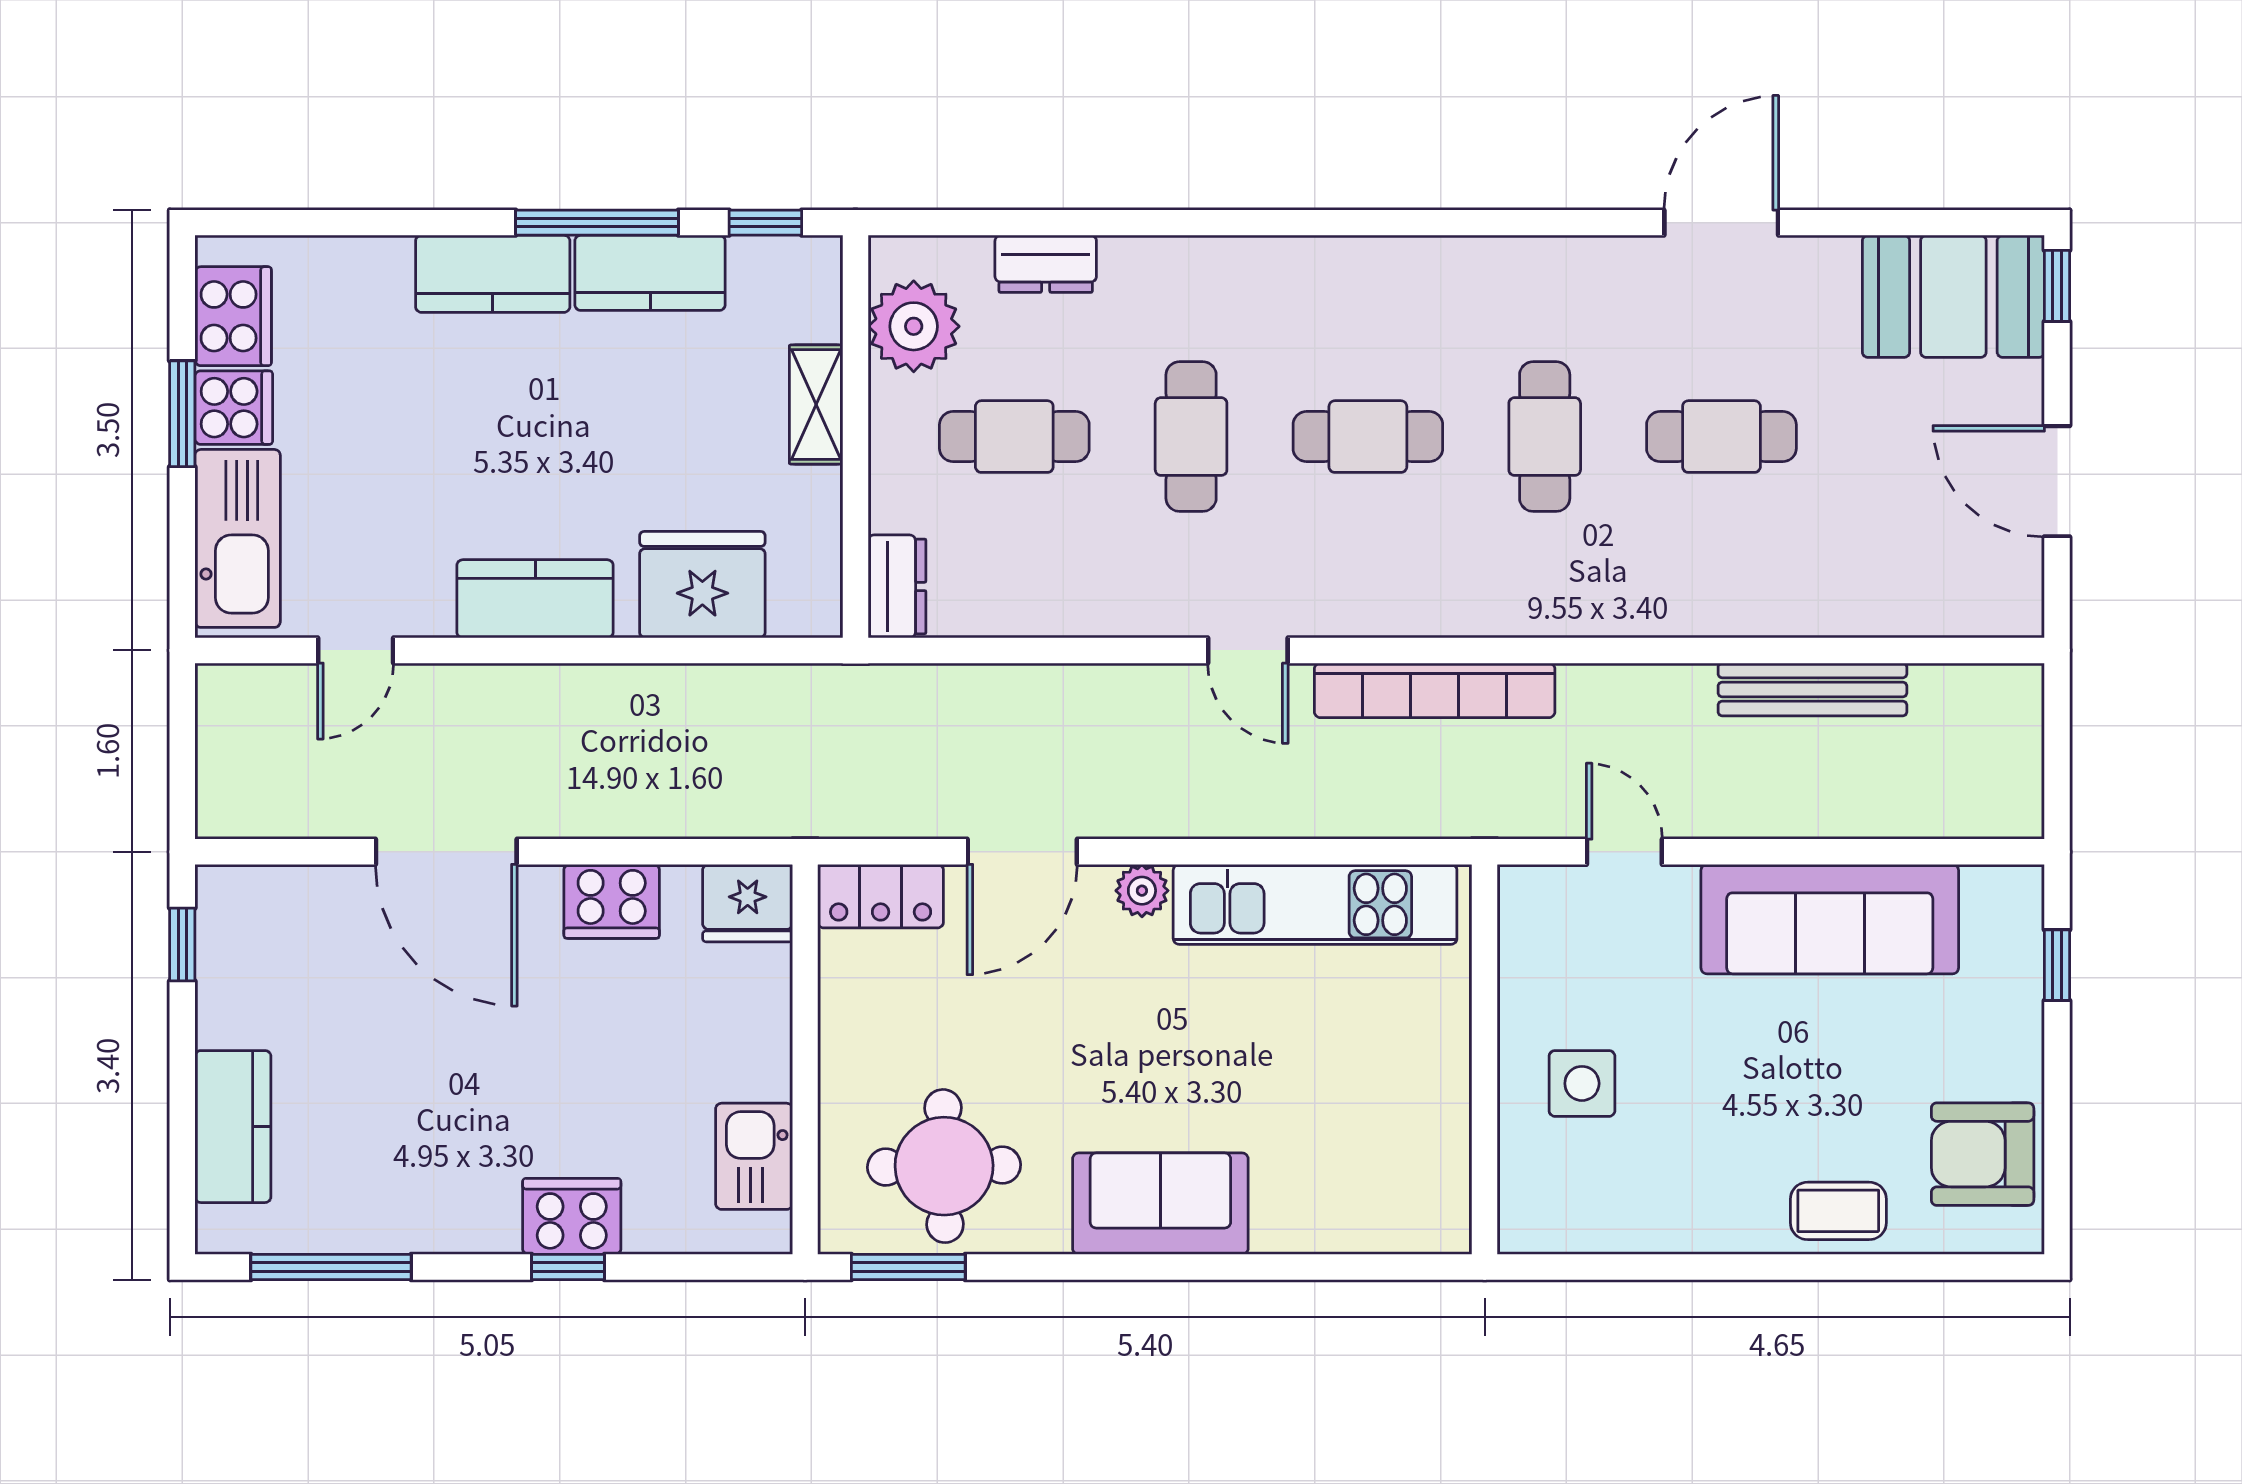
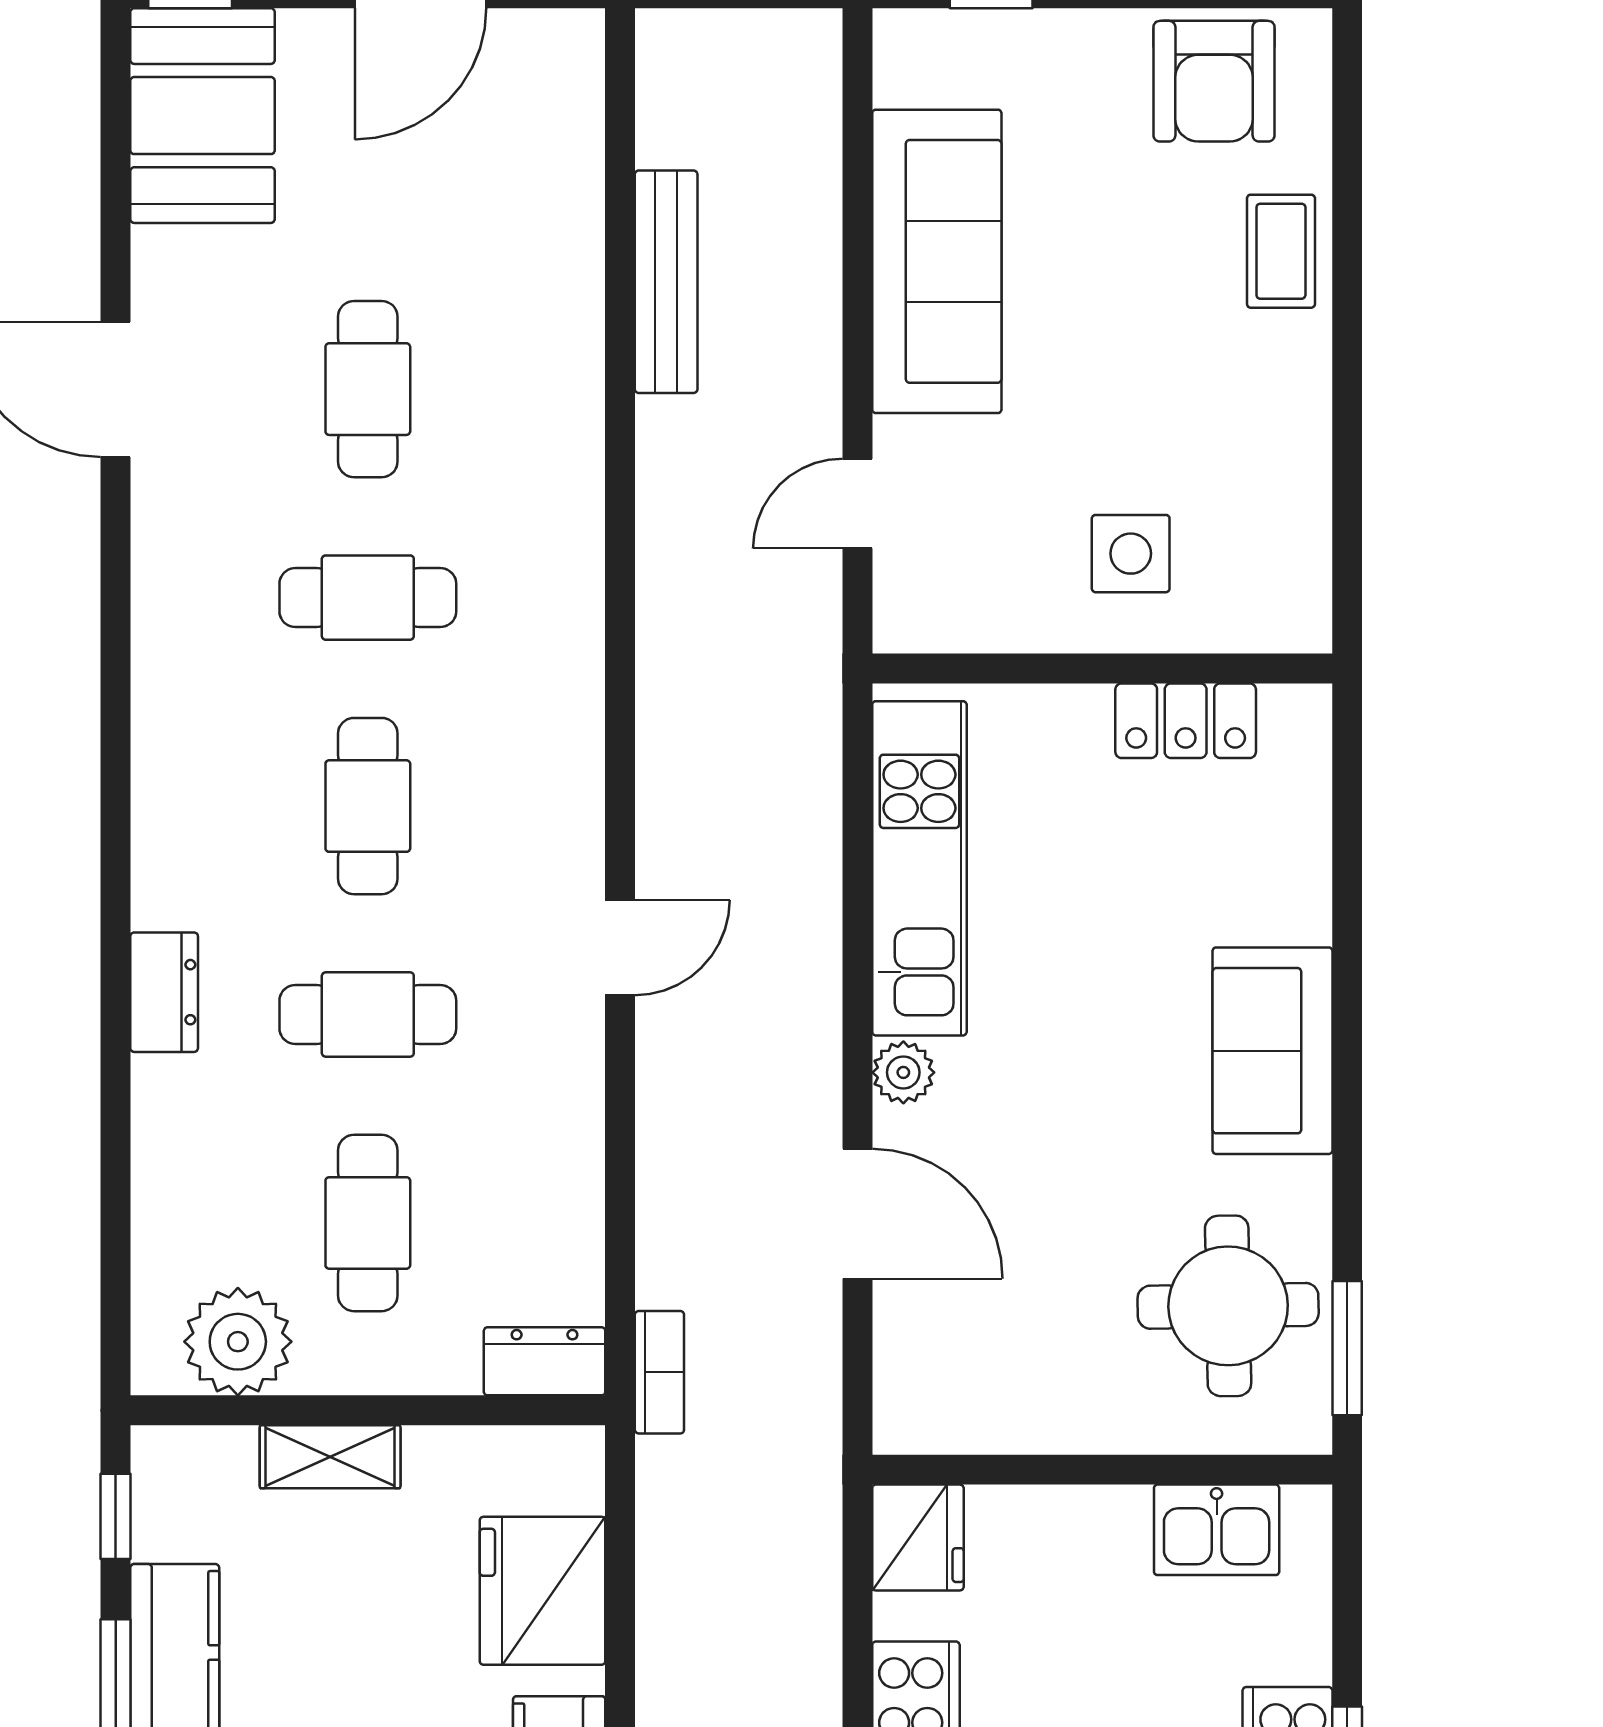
dresser: (1046, 264) -> (164, 992), moved
bookcase: (1435, 690) -> (659, 1372), moved, width x0.43, depth x0.76
locker: (881, 896) -> (1186, 721), moved, turned 90

